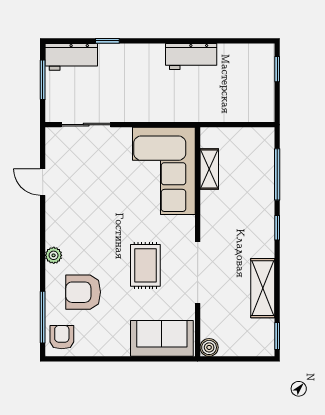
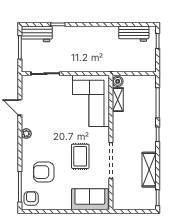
workbench: (191, 57) -> (134, 34), moved
plant: (54, 255) -> (26, 134), moved
boiler: (209, 347) -> (118, 81), moved

